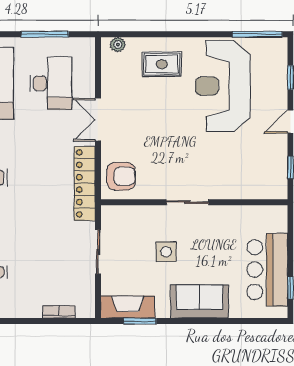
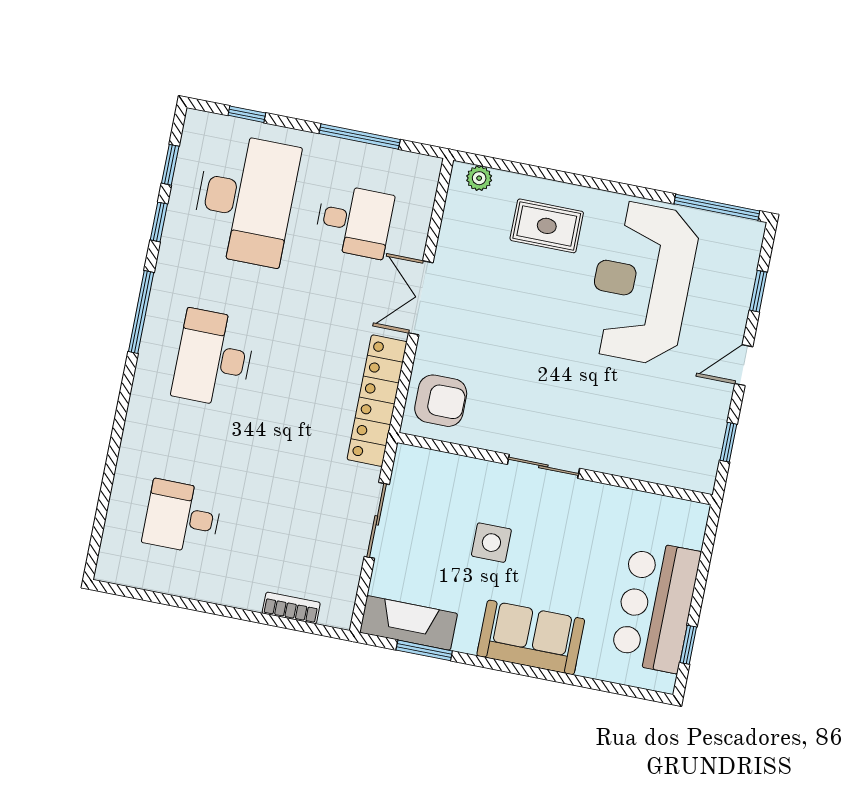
desk: (51, 83) -> (354, 221), width x0.73

